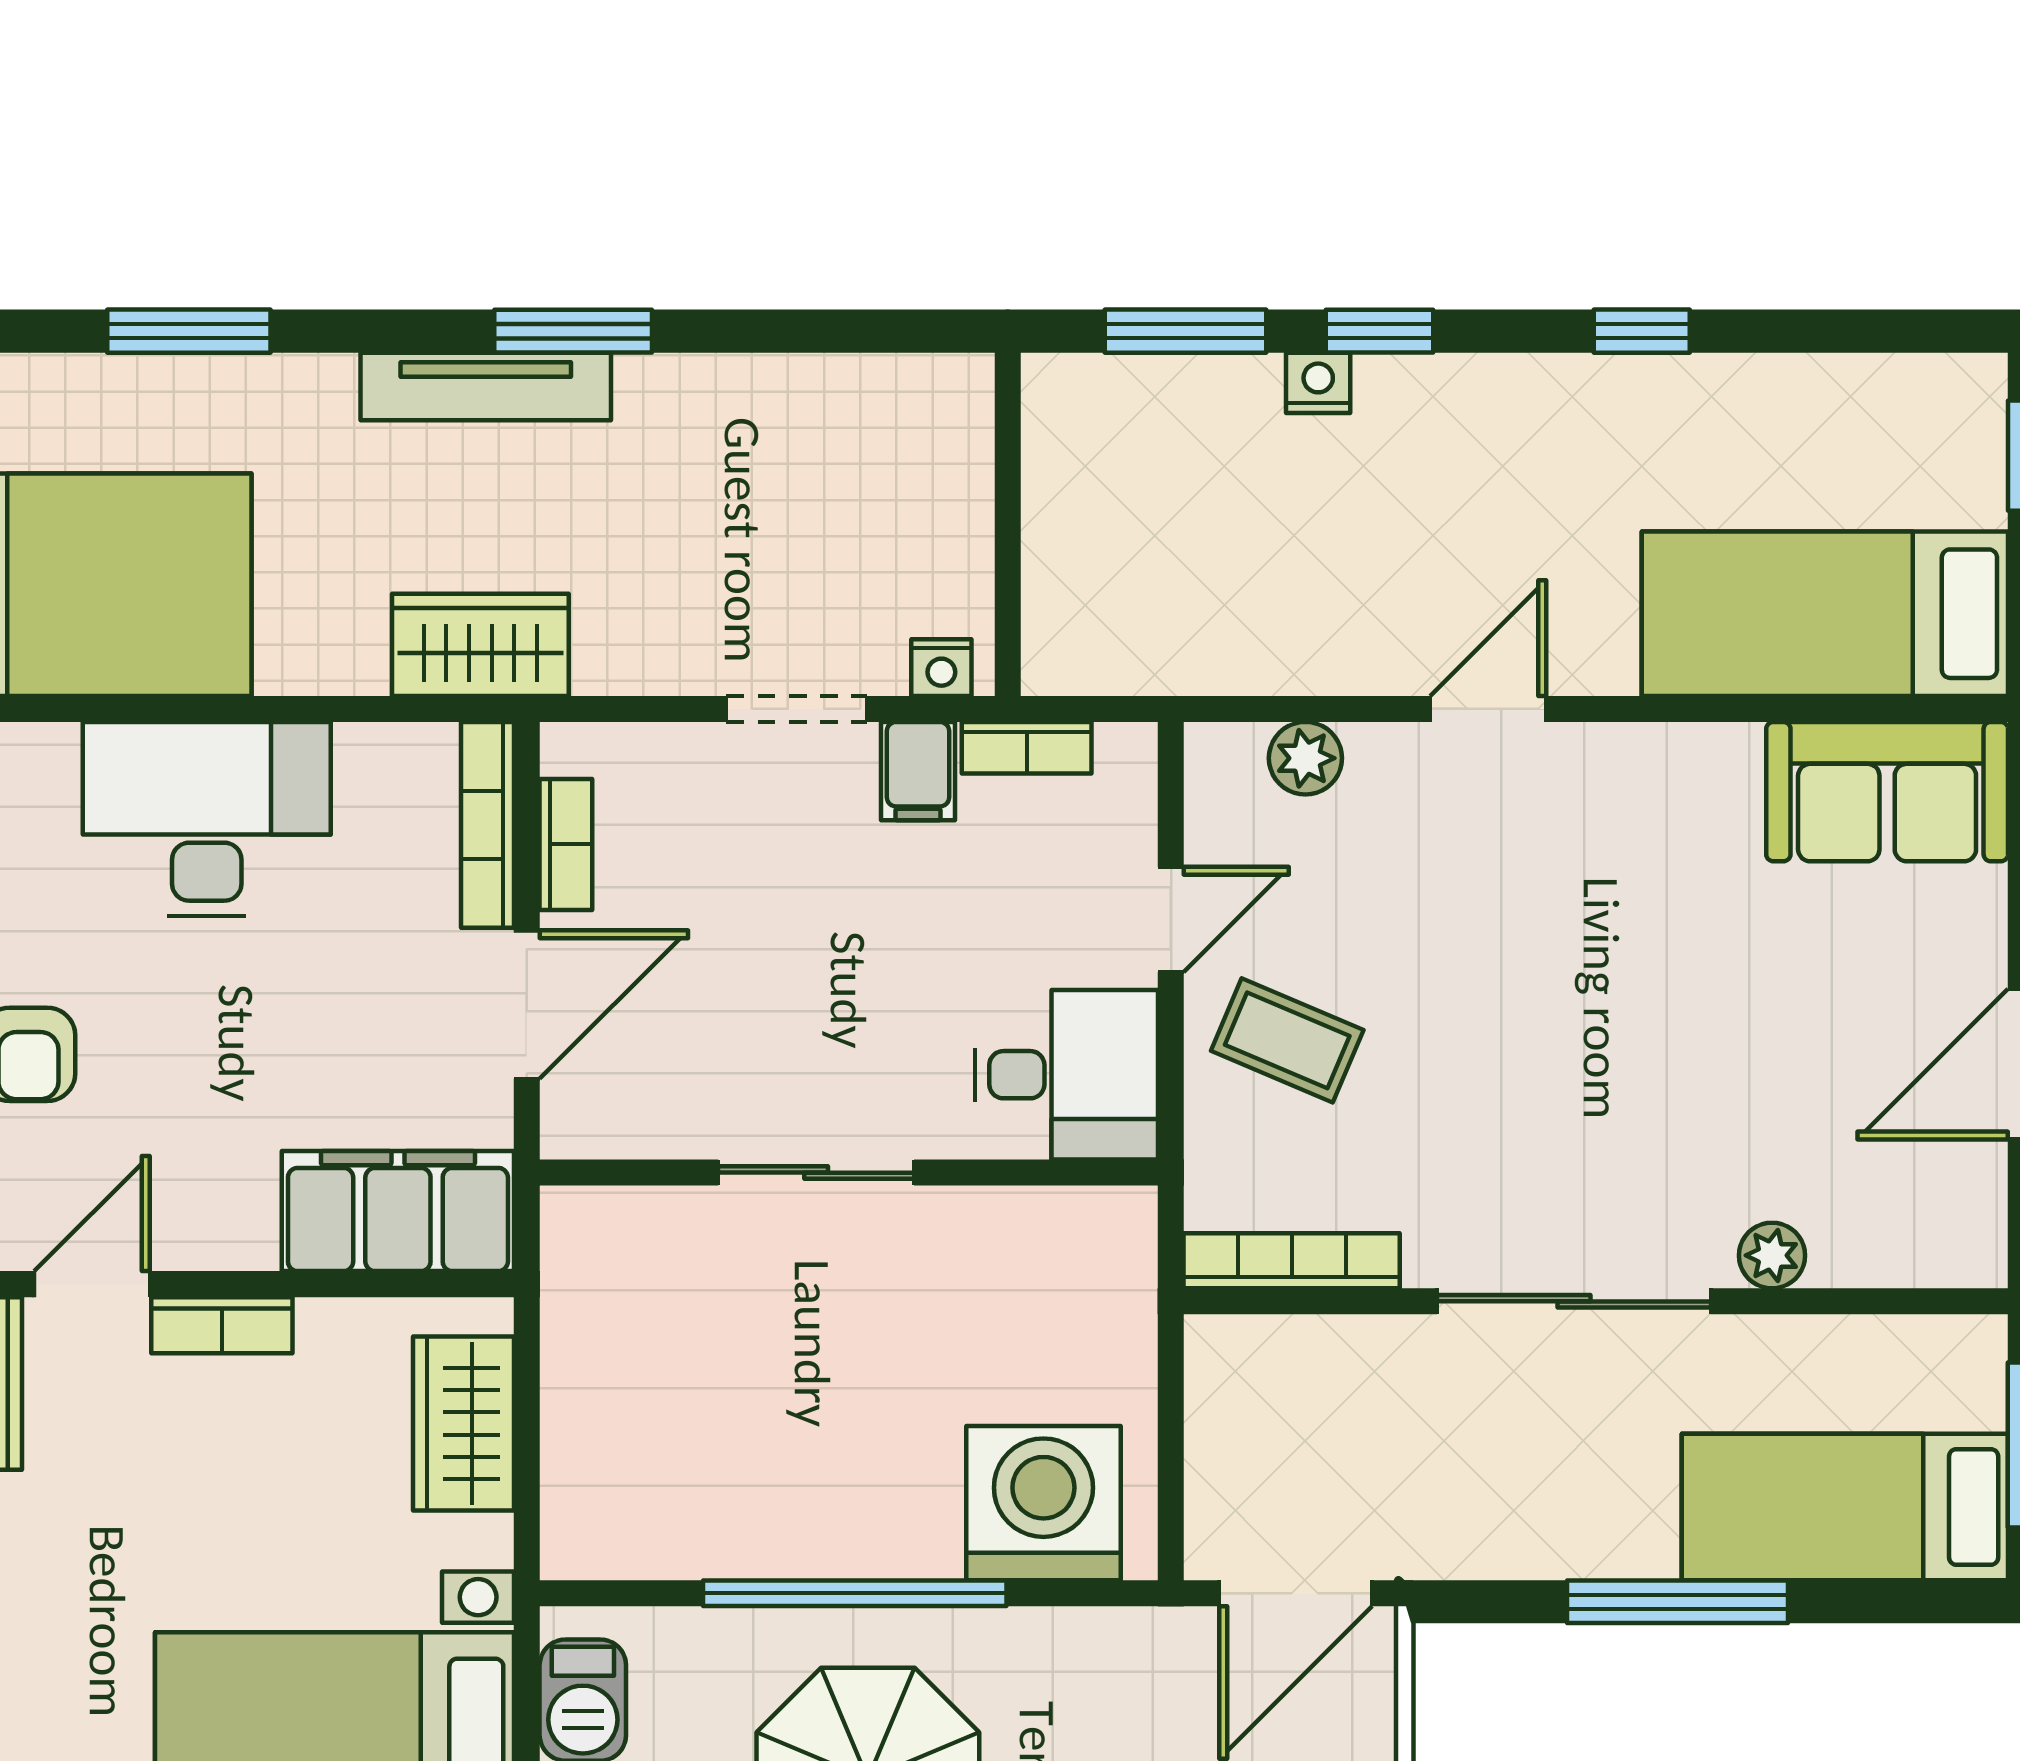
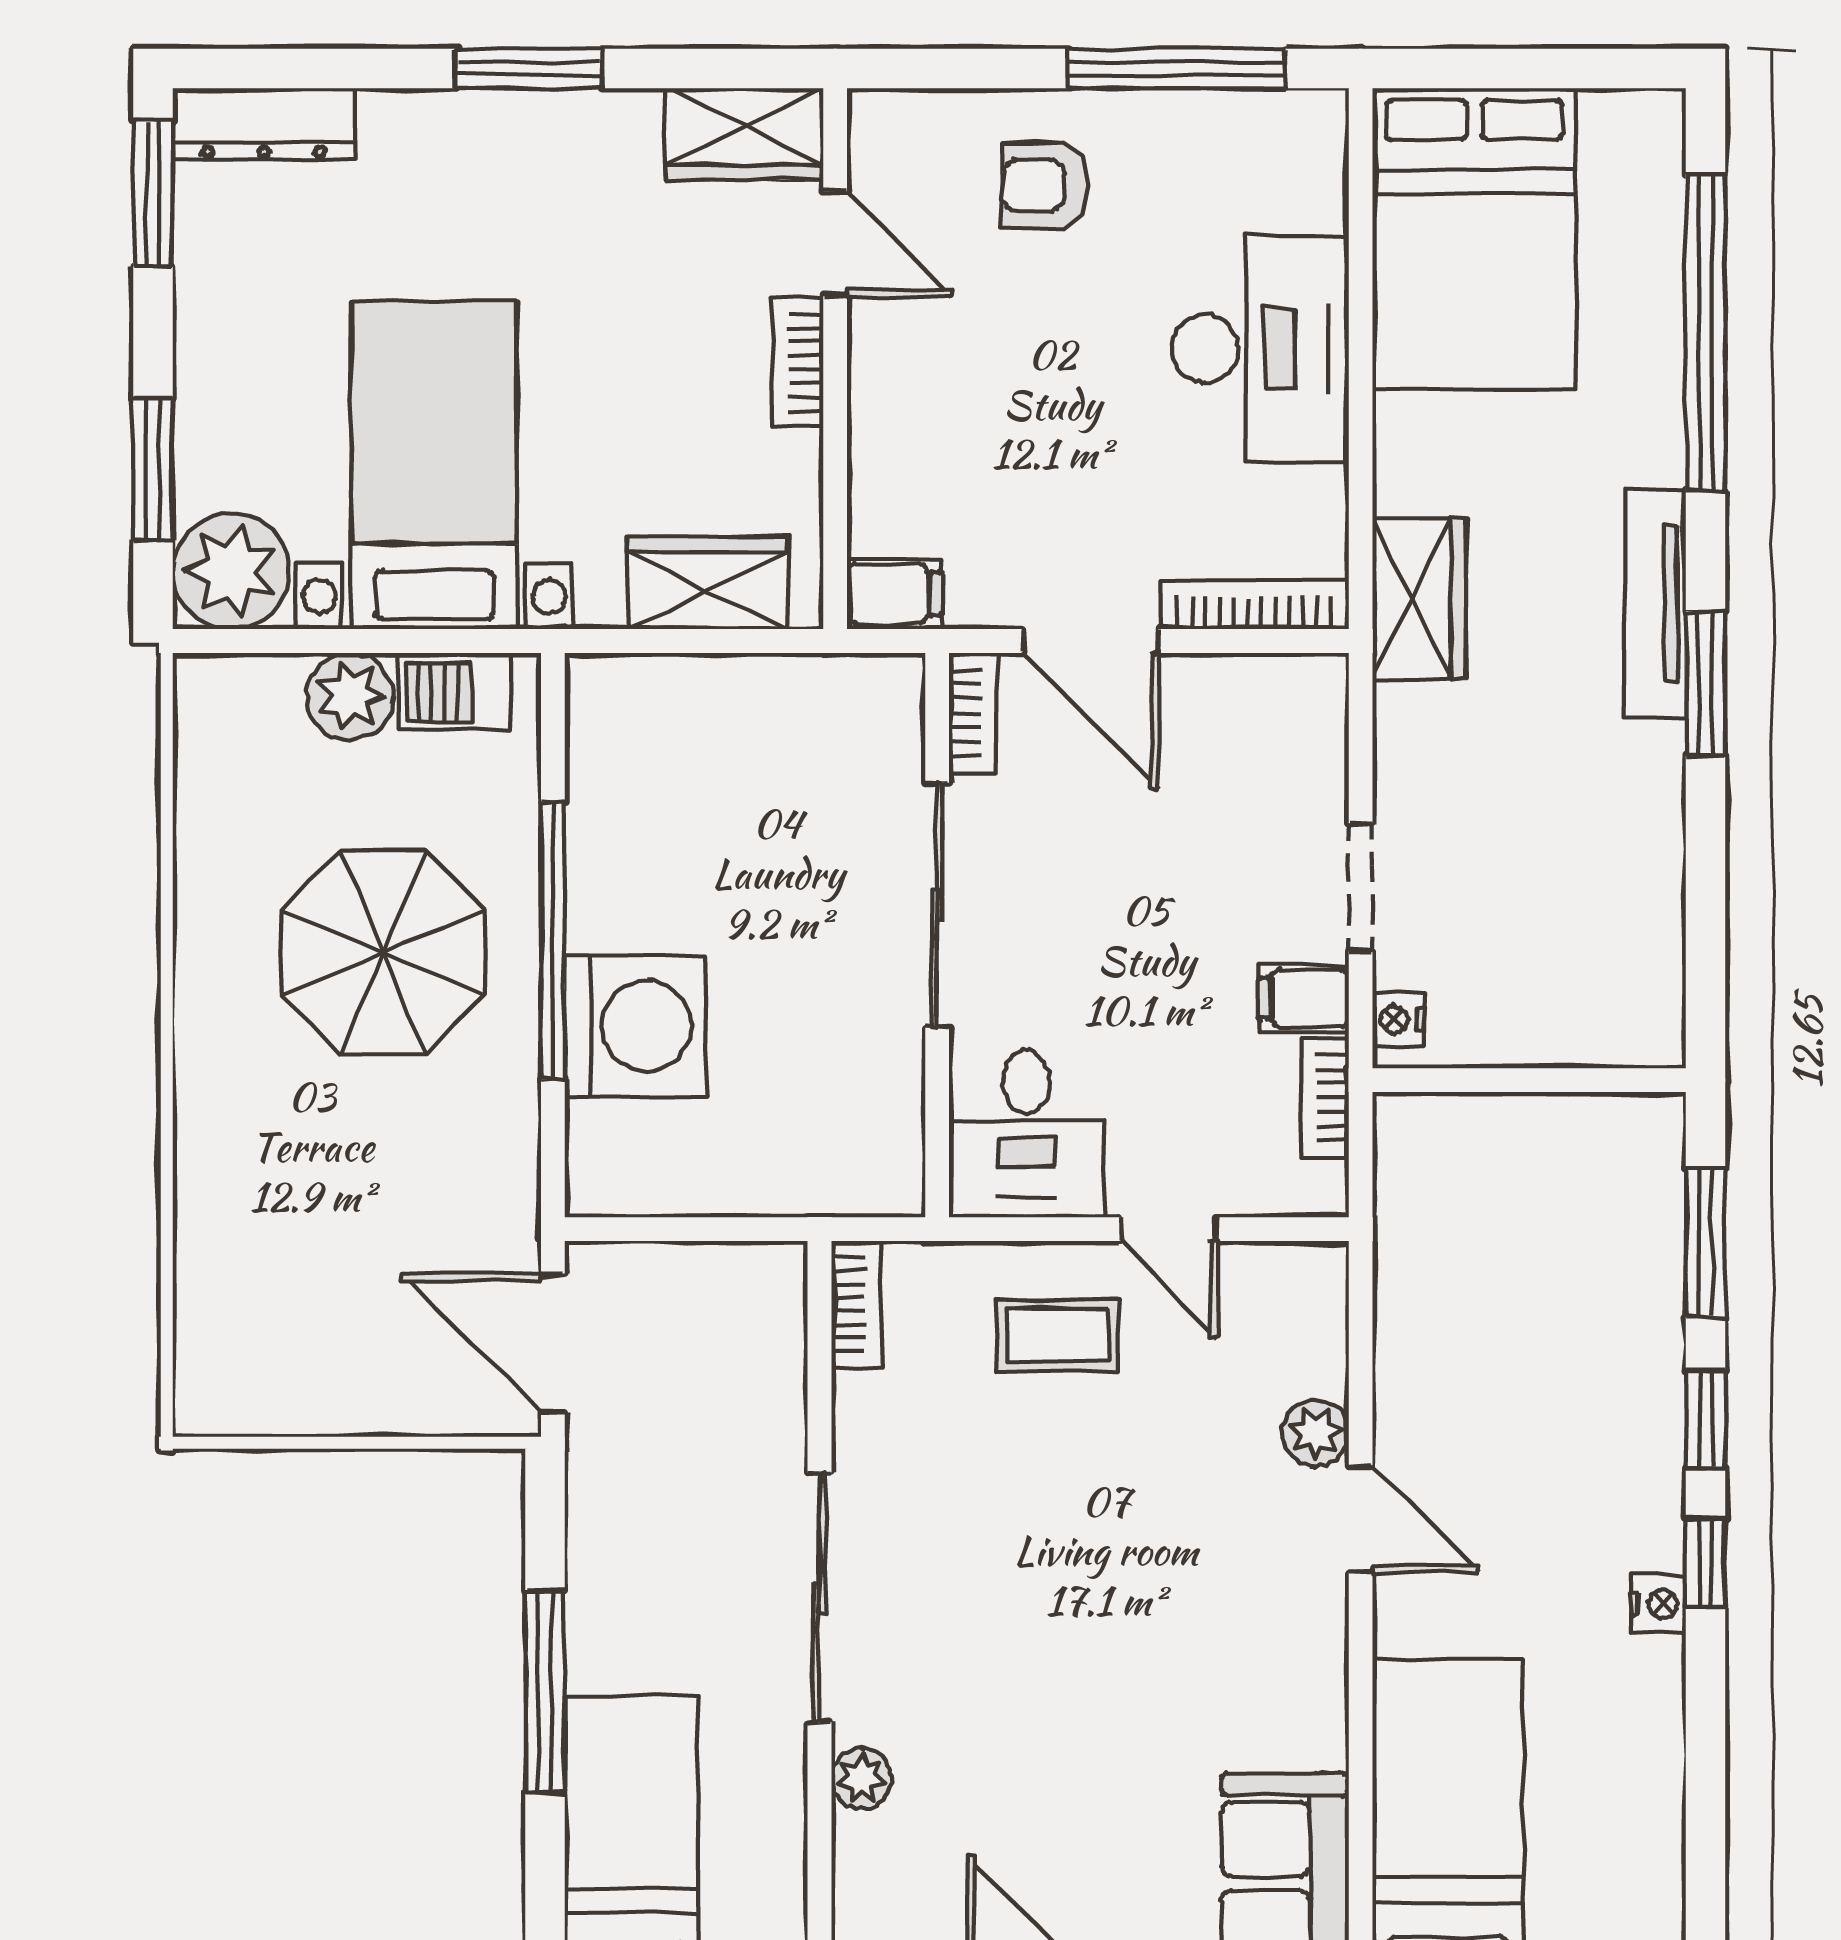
window: (189, 331) -> (1706, 332), width x2.11
window: (1642, 331) -> (1706, 1562), moved
nightstand: (1318, 383) -> (1658, 1604), moved
plant: (1305, 758) -> (1316, 1433), moved
bookcase: (566, 844) -> (973, 713), moved, turned -90
coffee table: (1287, 1040) -> (1058, 1335), turned 67
sliding door: (816, 1173) -> (937, 905), width x1.37
filing cabinet: (398, 1211) -> (894, 594), width x0.33, depth x0.86
bookcase: (1292, 1261) -> (857, 1304), width x0.64
washing machine: (1043, 1503) -> (635, 1026), moved

